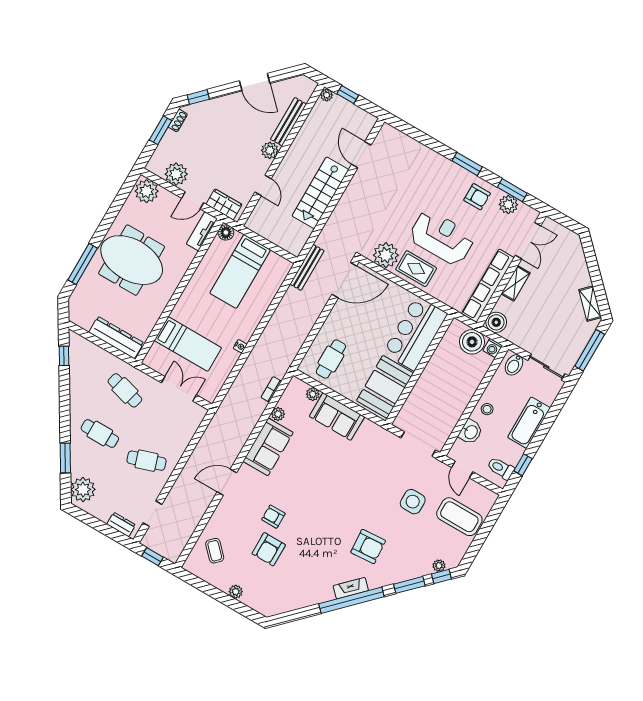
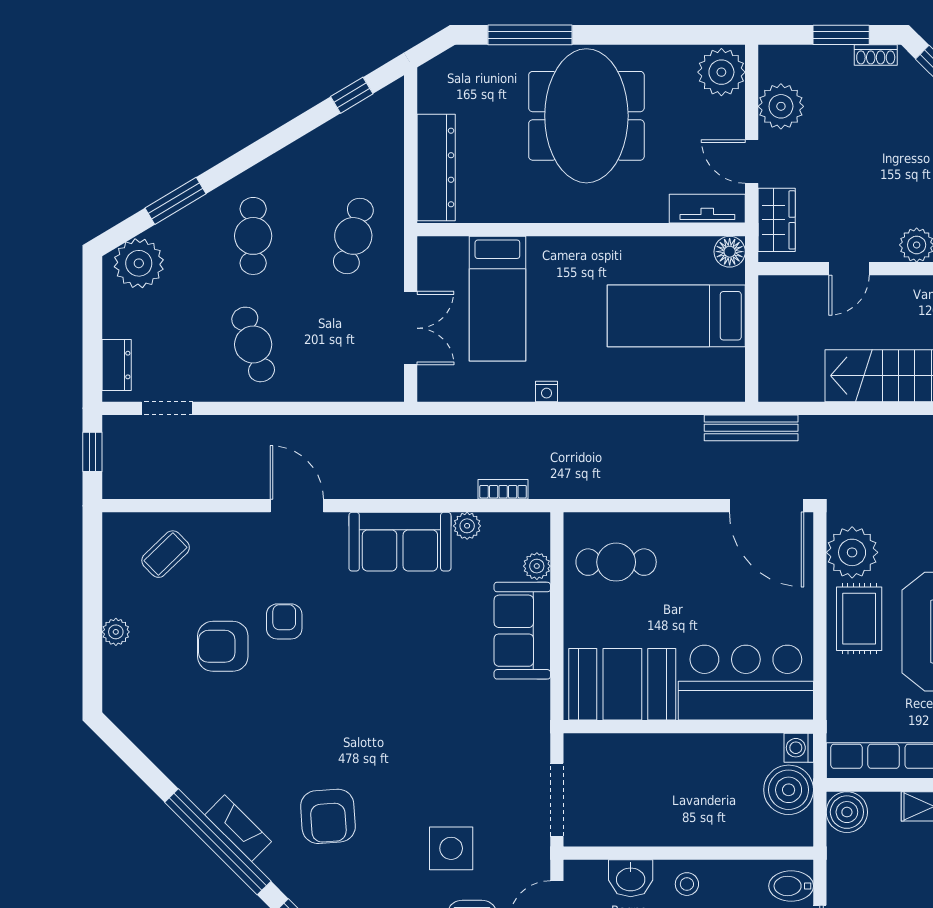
washing machine: (493, 348) -> (799, 748), moved

